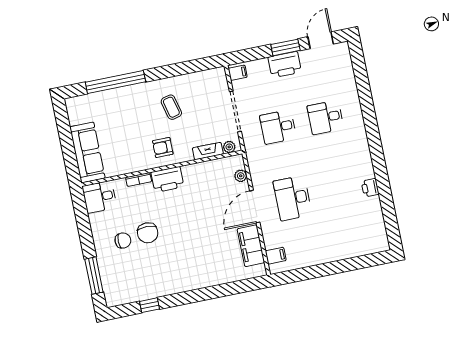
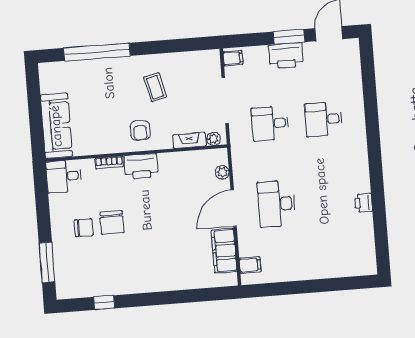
armchair: (163, 147) -> (140, 130), turned -90

